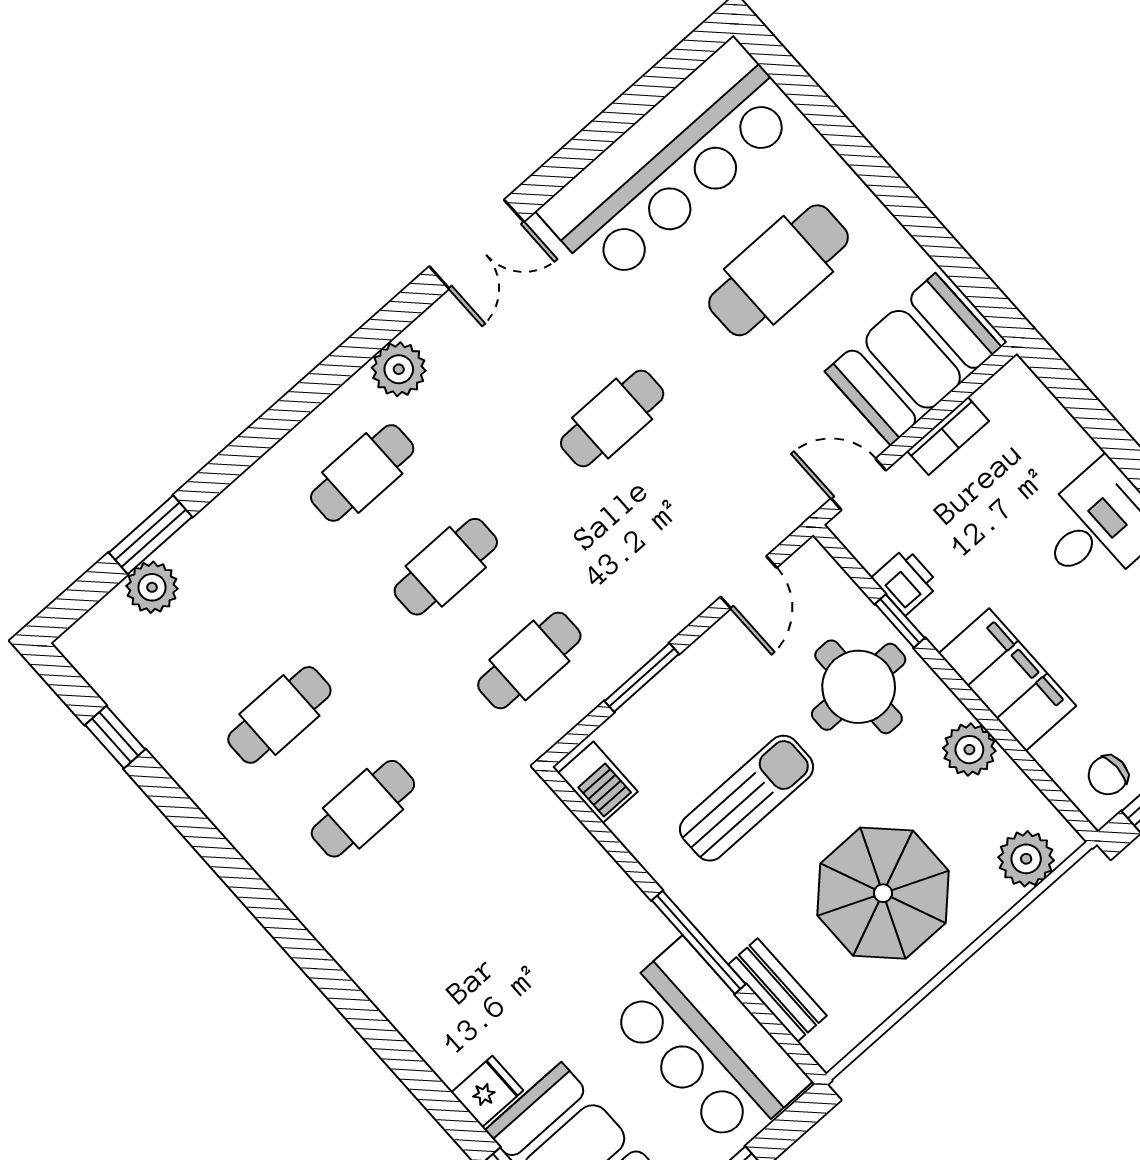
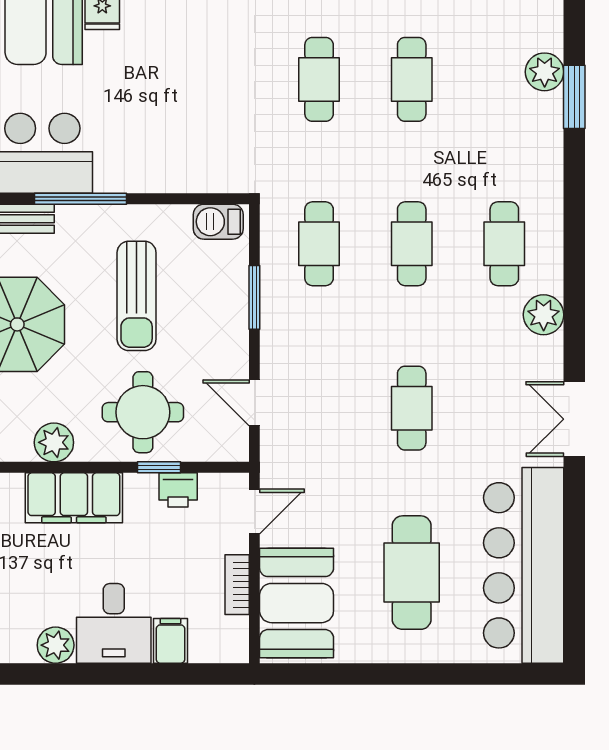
filing cabinet: (1065, 453) -> (170, 641), added

